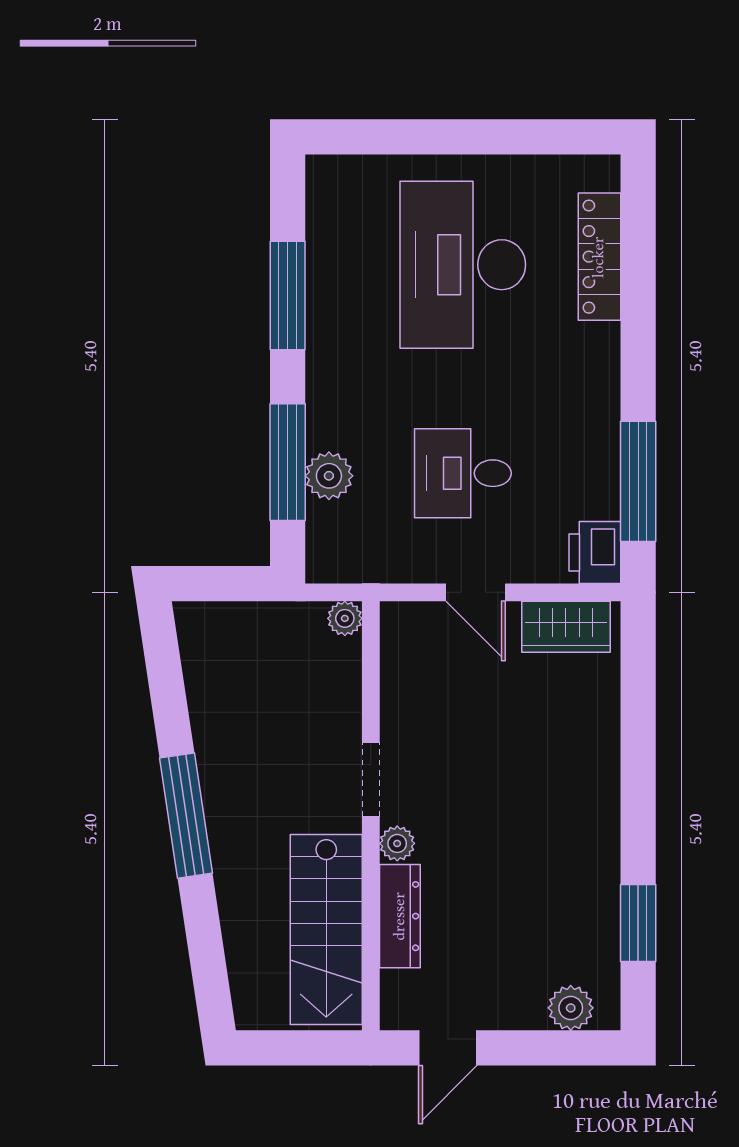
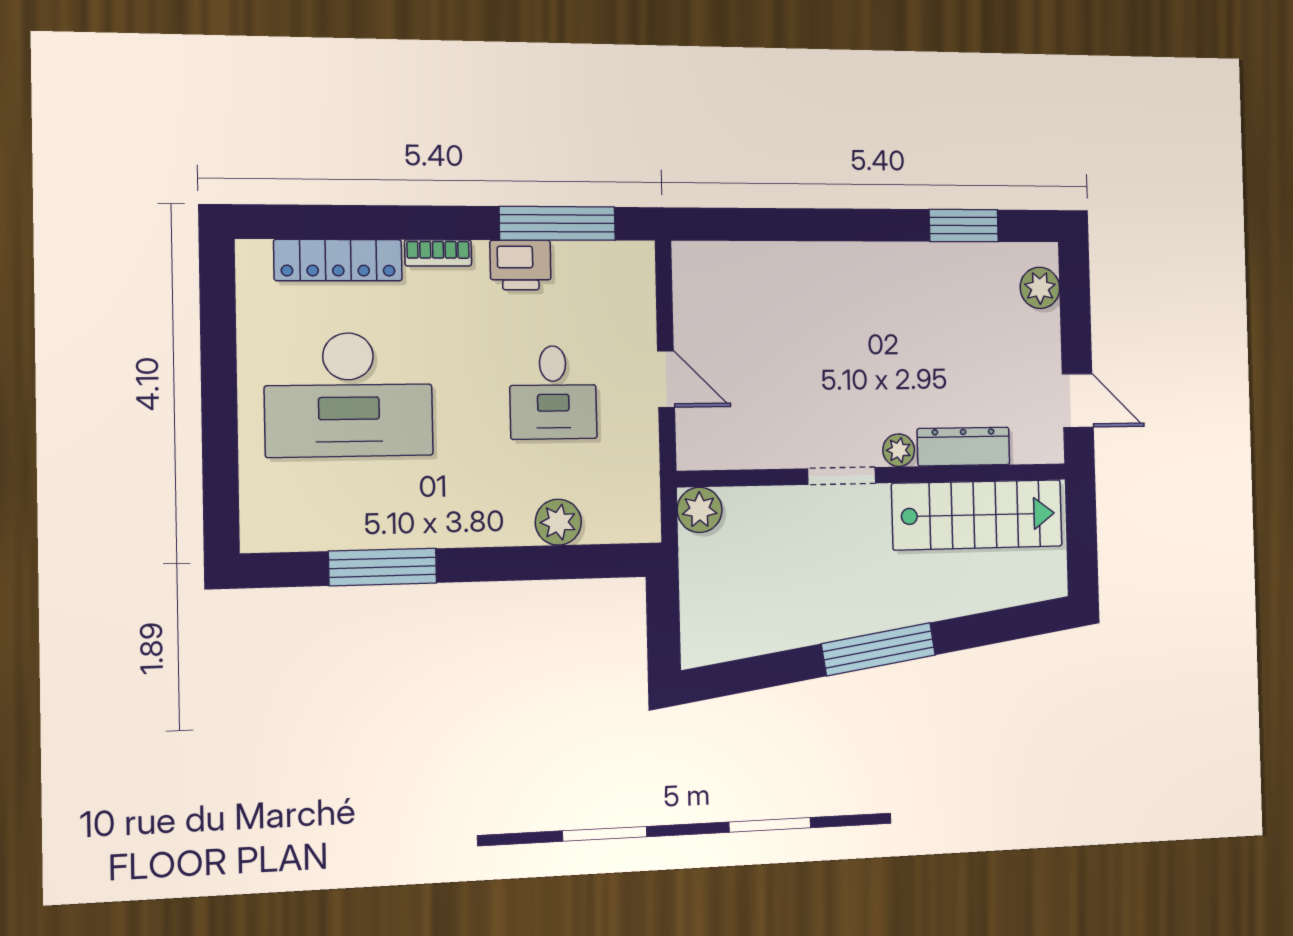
bookcase: (607, 358) -> (438, 253), added
window: (288, 462) -> (546, 563), removed
printer: (595, 552) -> (520, 265), moved
door: (476, 592) -> (666, 379), hinge flipped
plant: (345, 618) -> (700, 510), width x1.38, depth x1.38
wardrobe: (566, 627) -> (696, 293), removed

